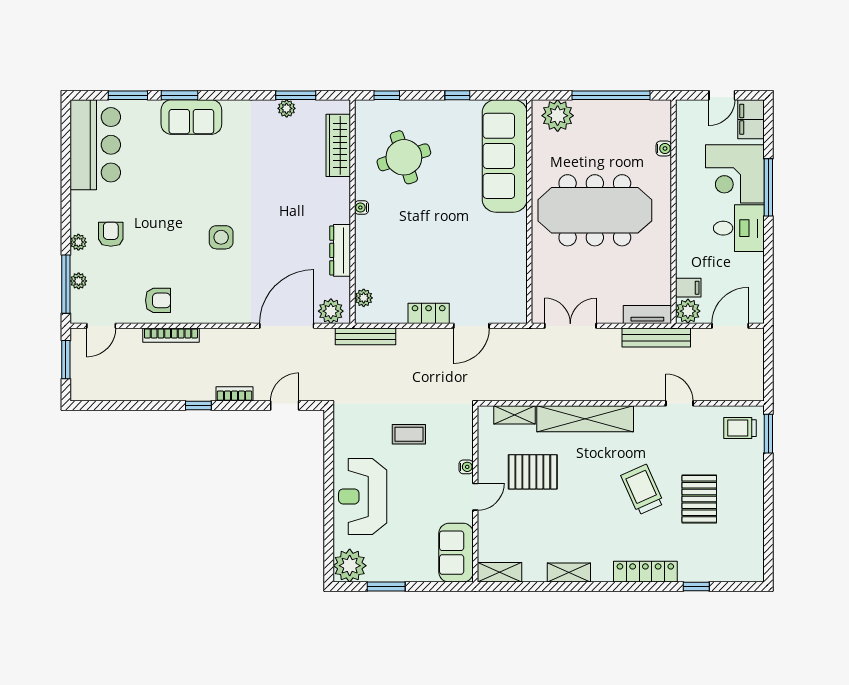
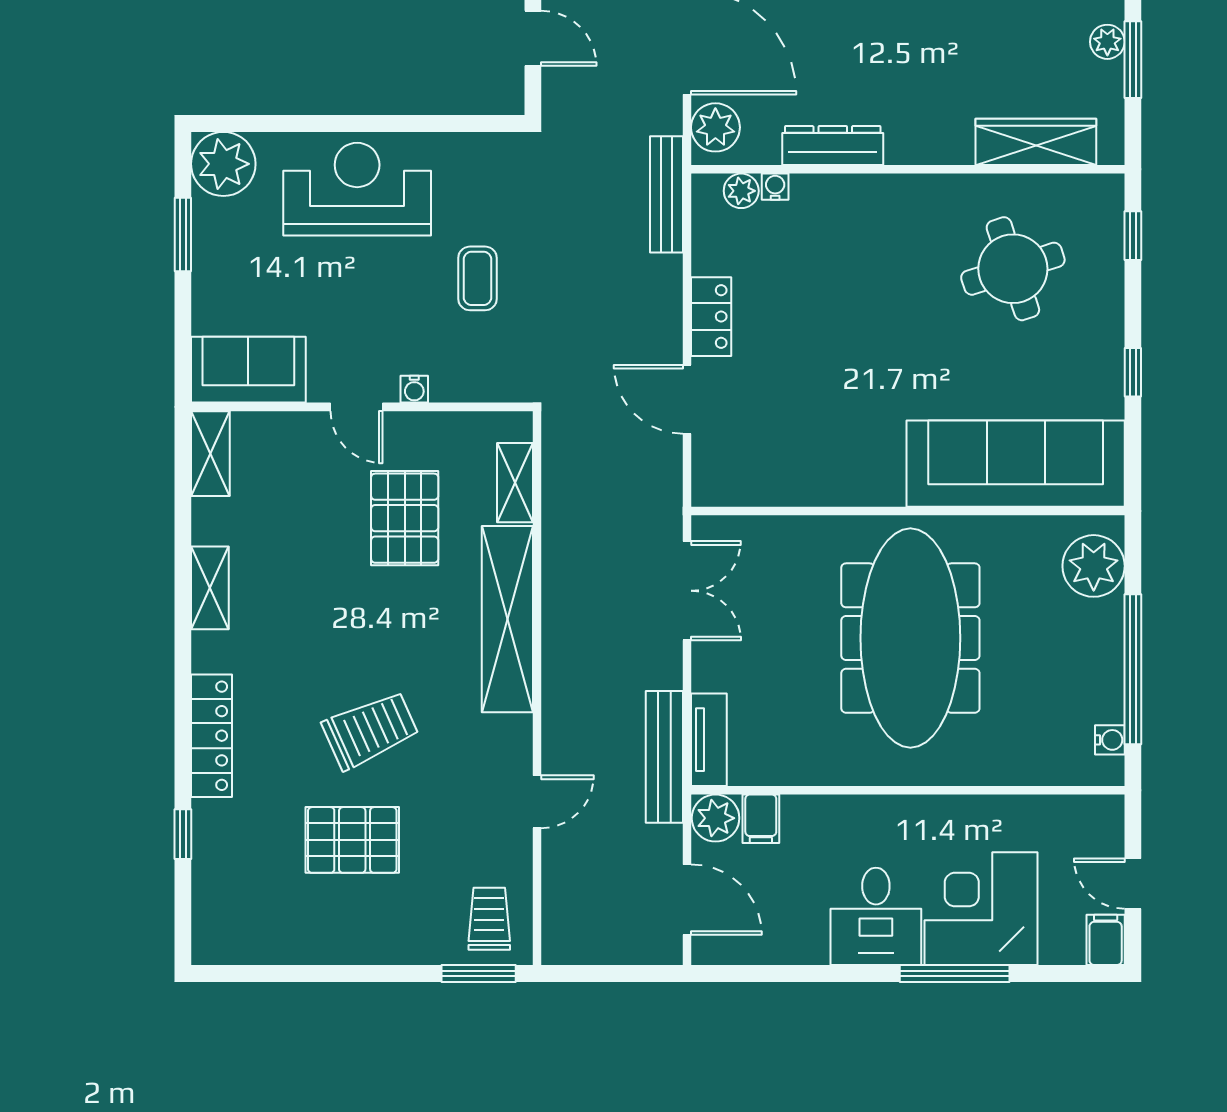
filing cabinet: (751, 119) -> (1106, 940), width x0.50
water cooler: (664, 148) -> (1110, 740), moved, turned -90
water cooler: (361, 208) -> (775, 187), moved

